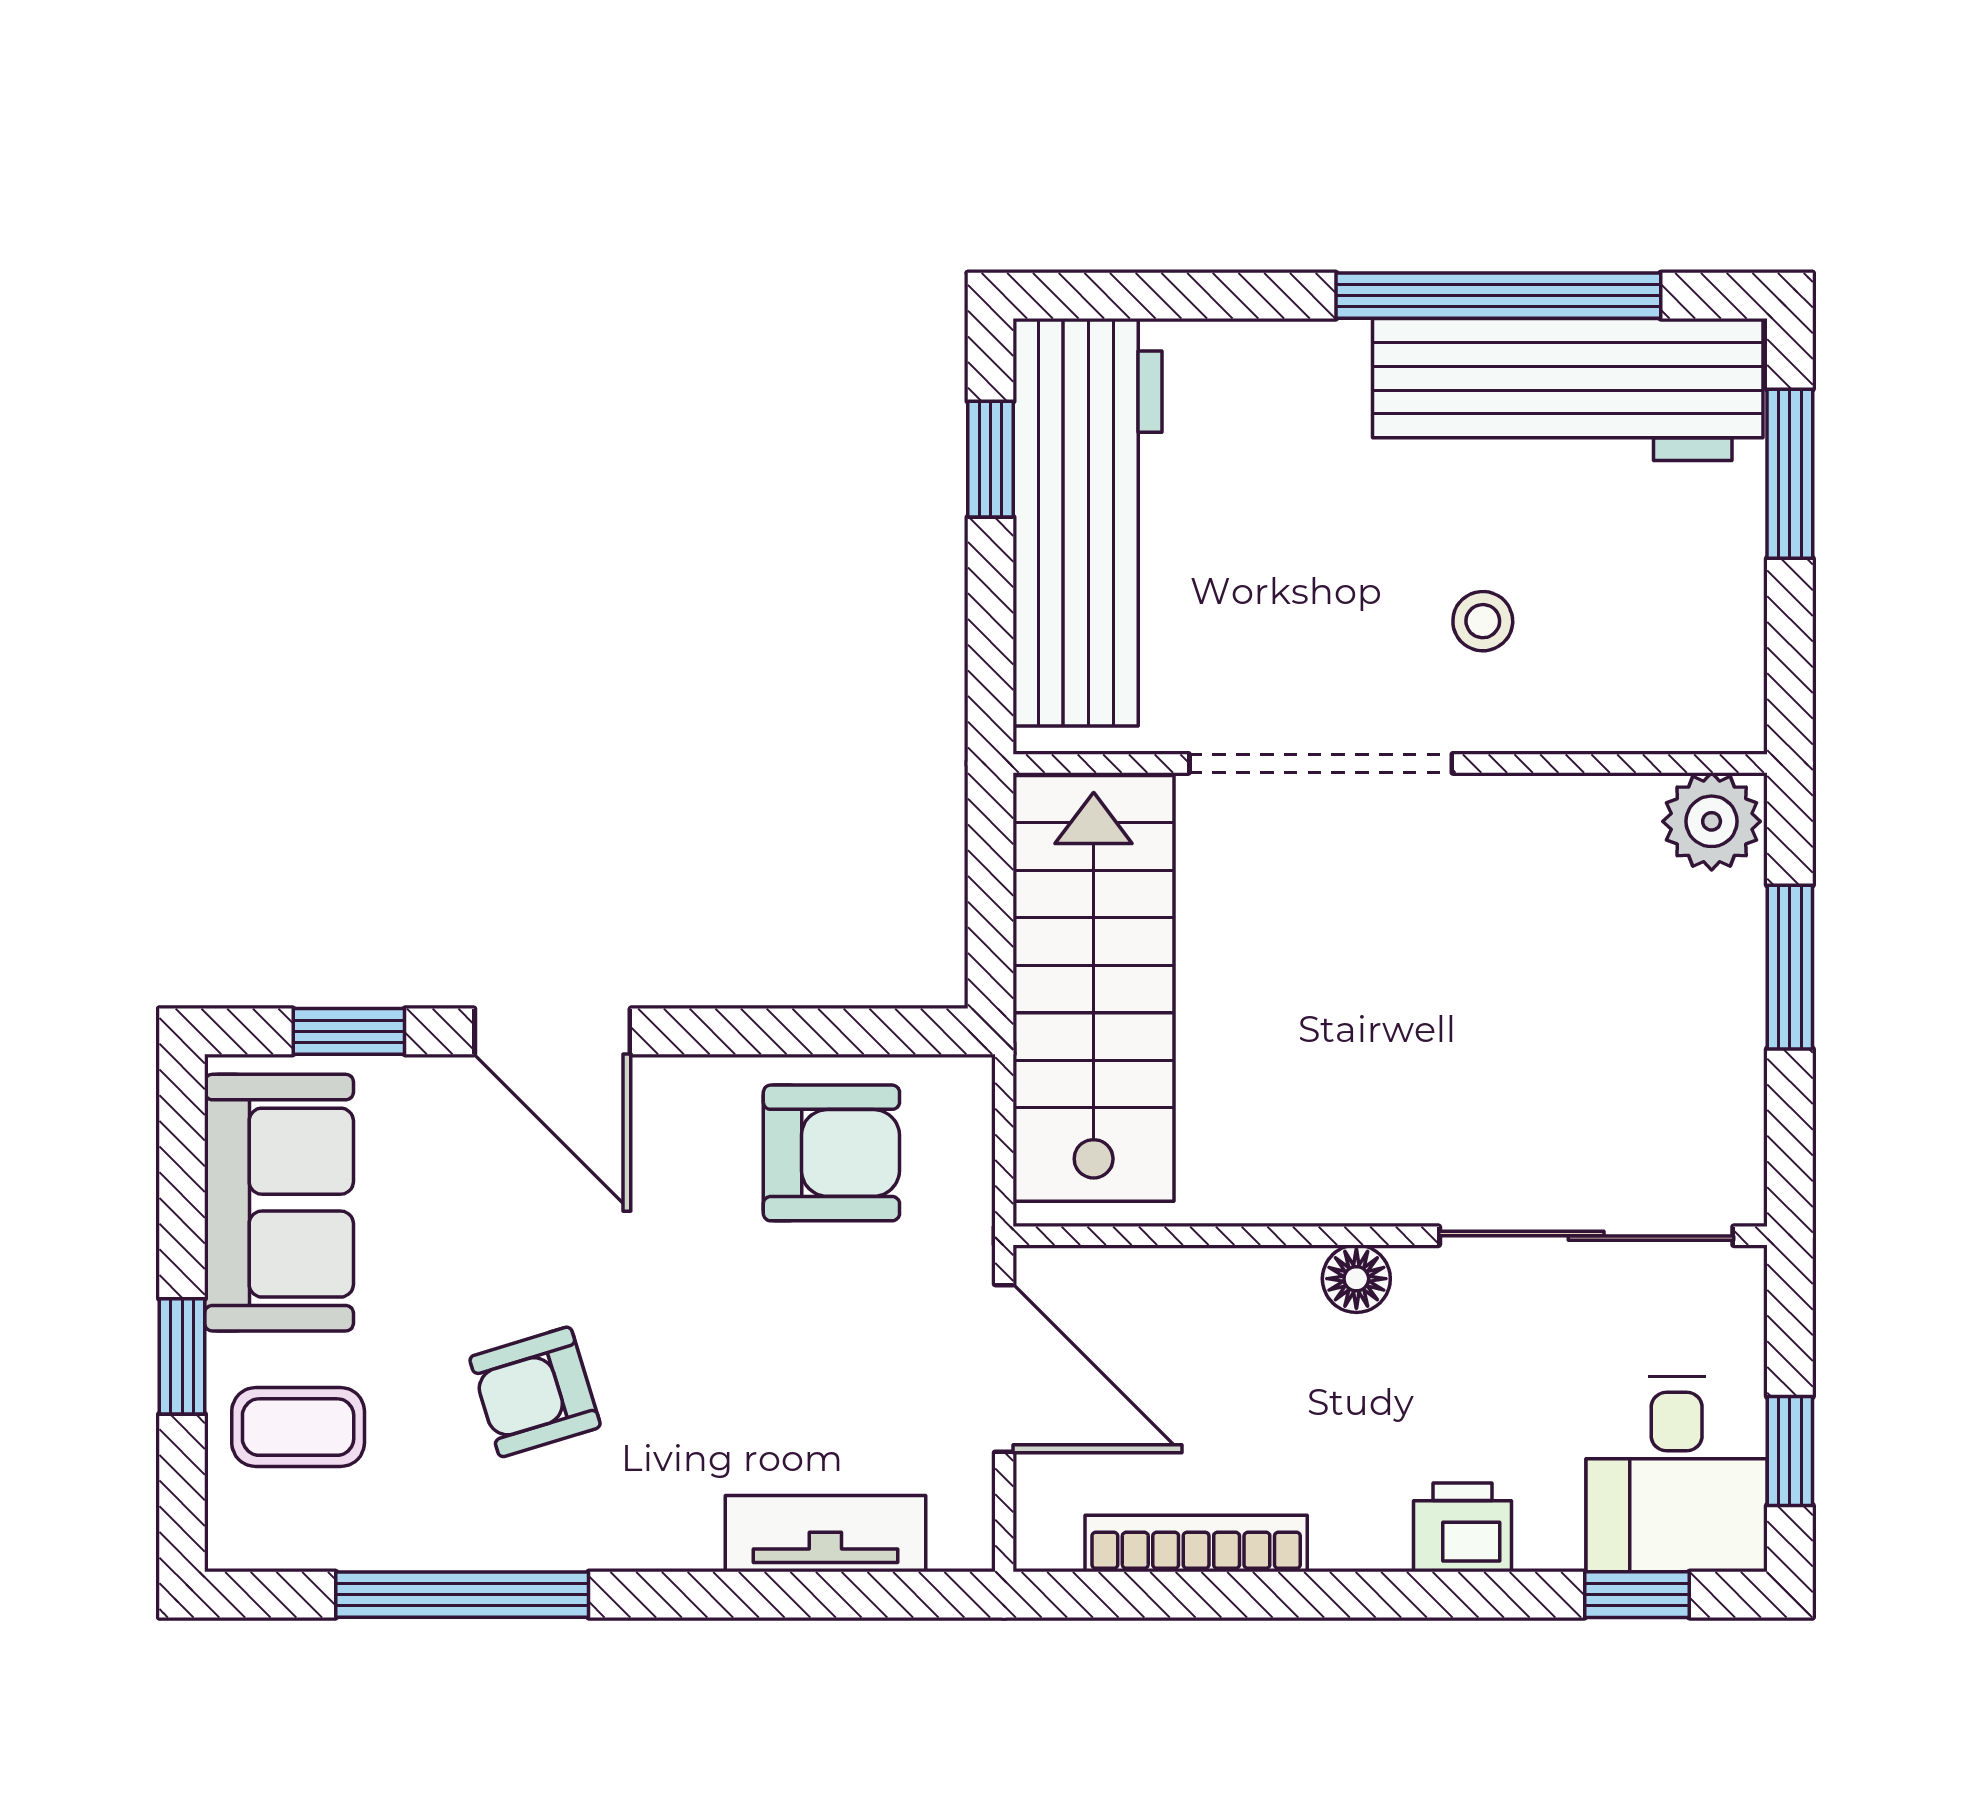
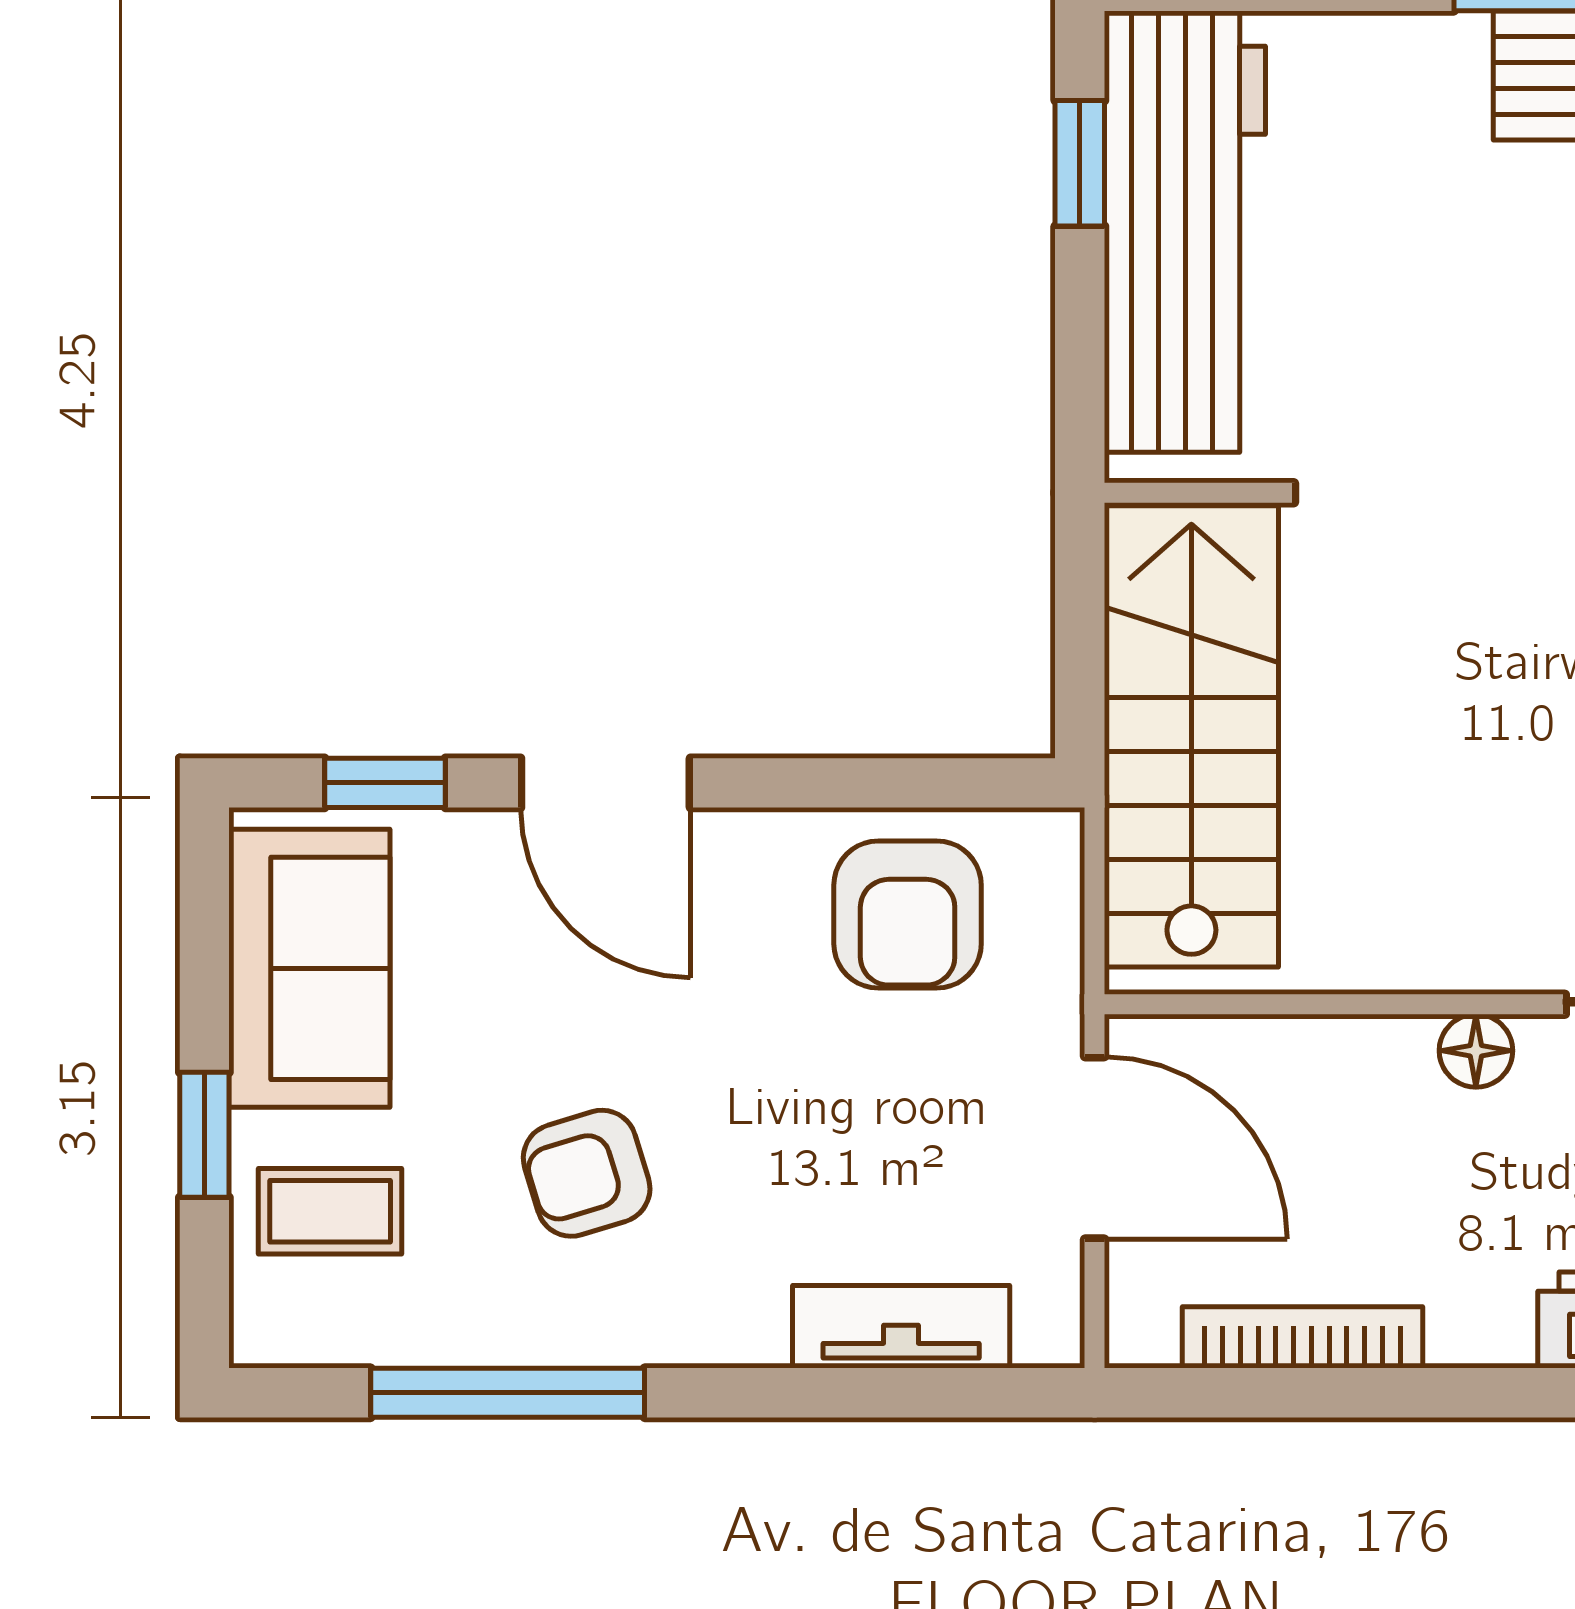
armchair: (831, 1153) -> (908, 914), turned 90

